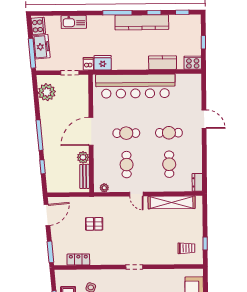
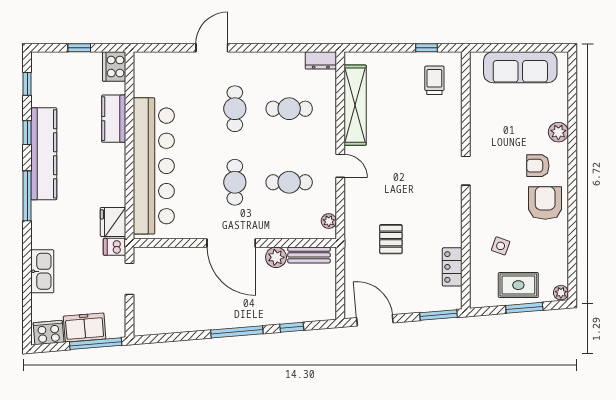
plant: (47, 92) -> (163, 319), removed
door: (136, 194) -> (340, 166), hinge flipped

